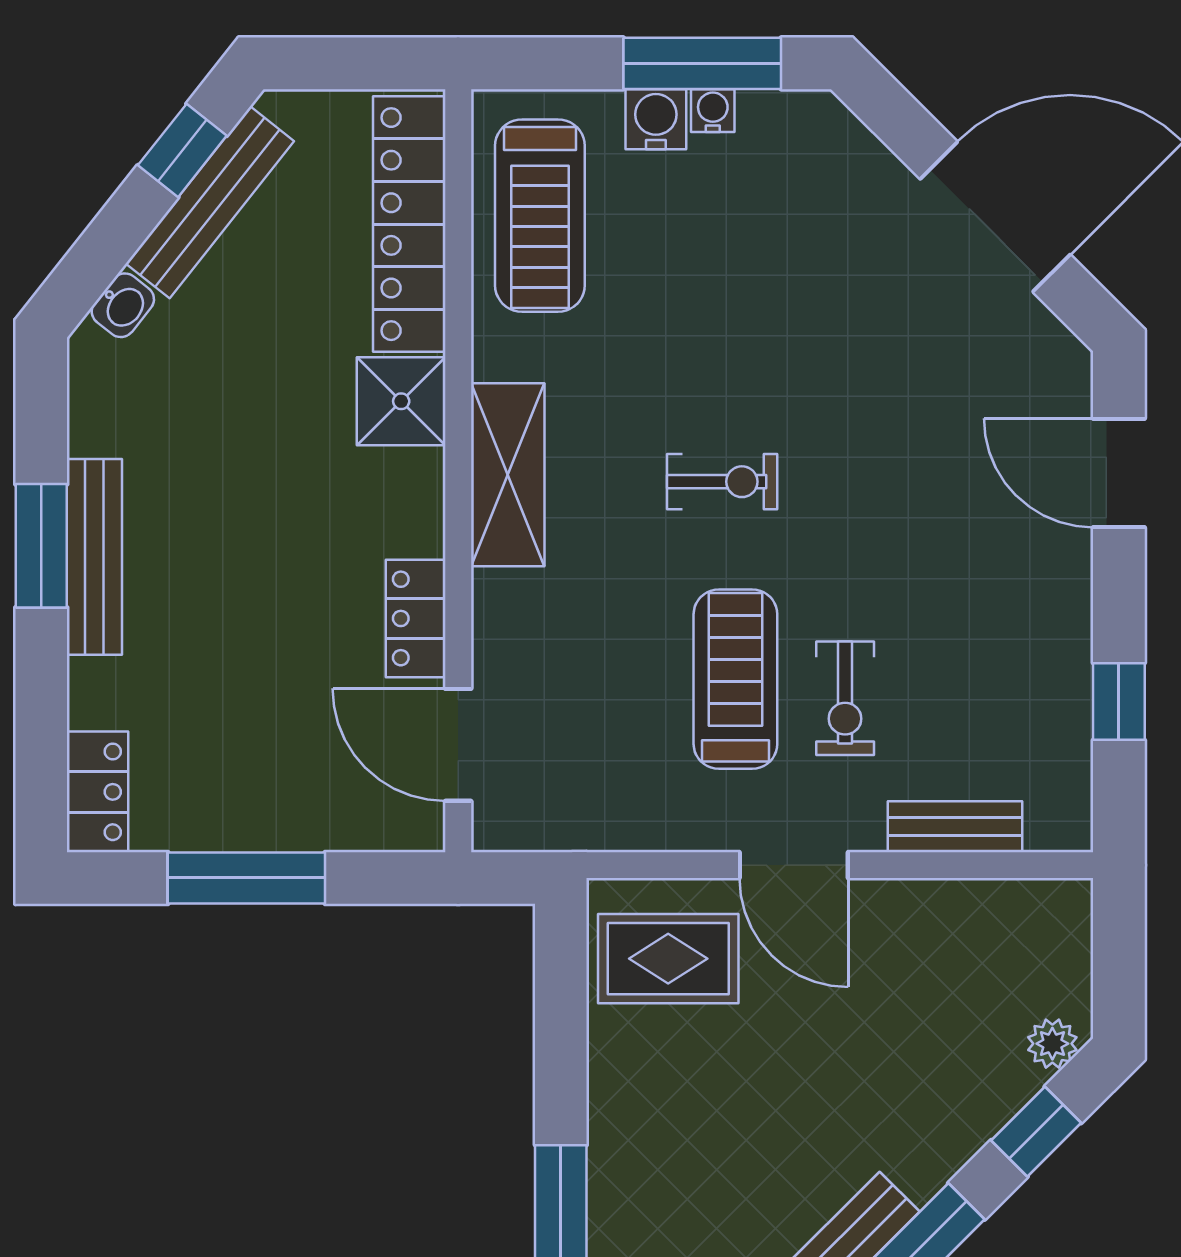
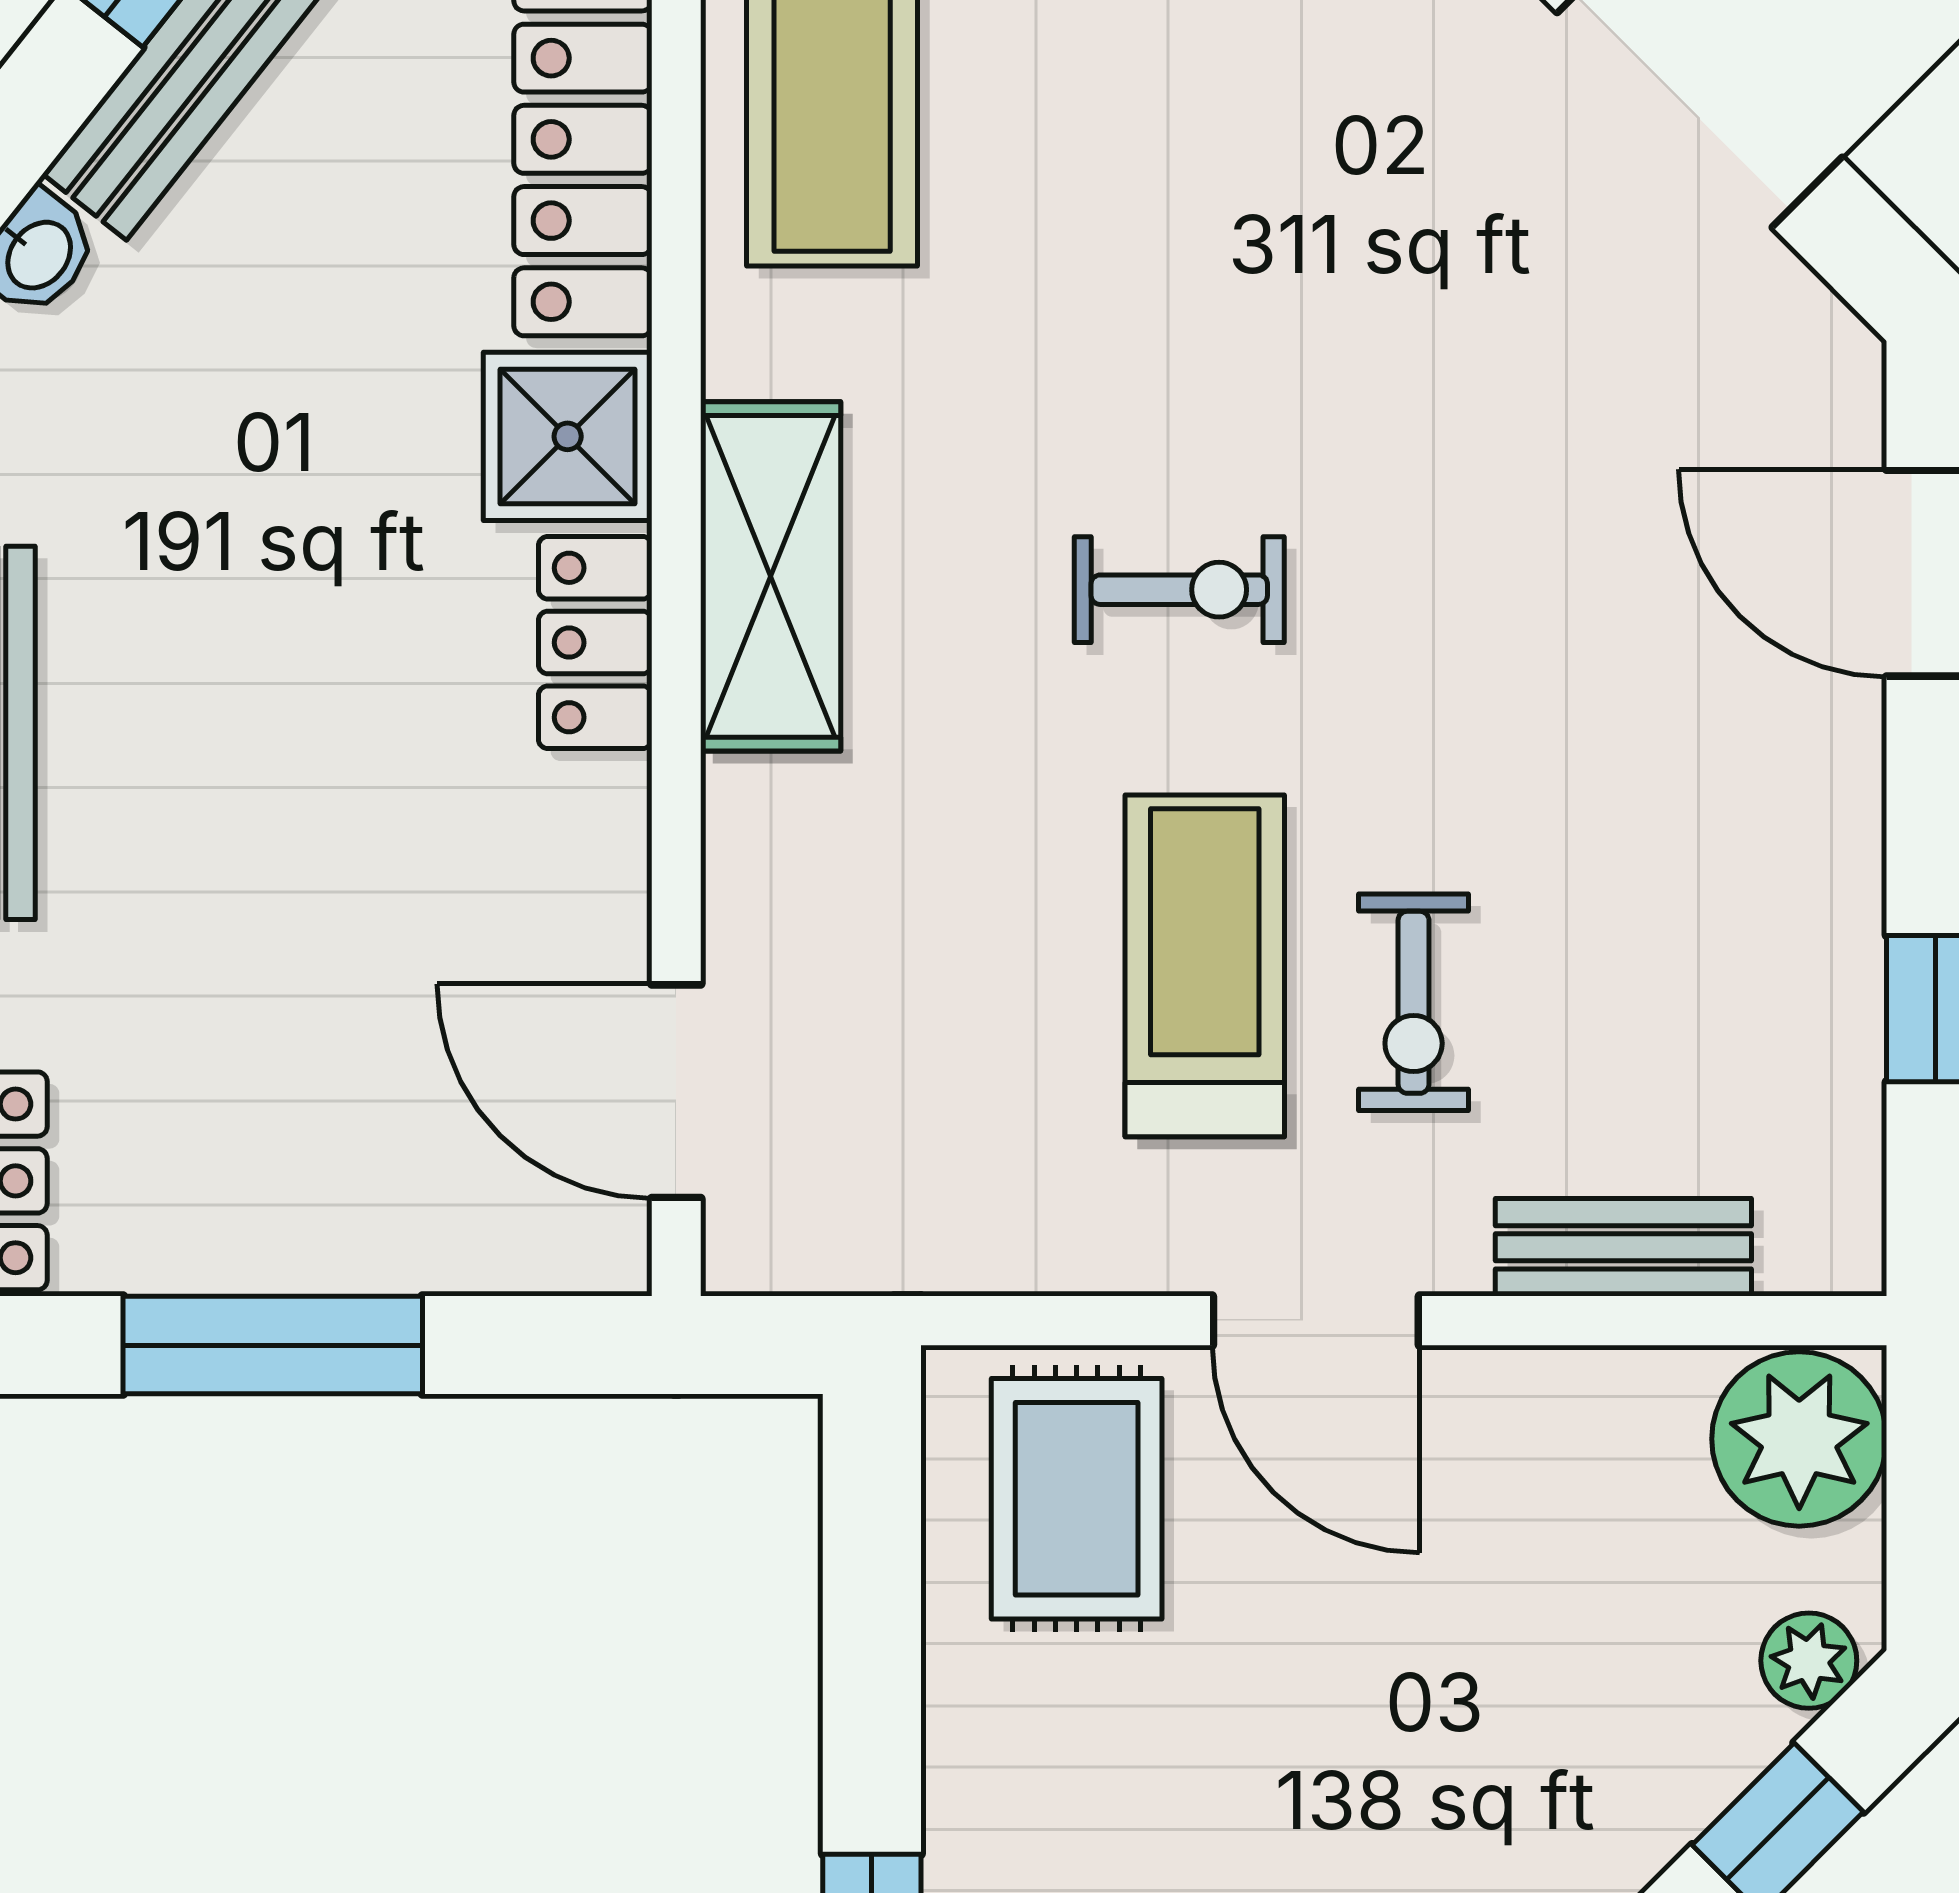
locker: (416, 618) -> (595, 643), moved
plant: (1047, 927) -> (1799, 1439), added
rug: (668, 959) -> (1077, 1499), turned 90

